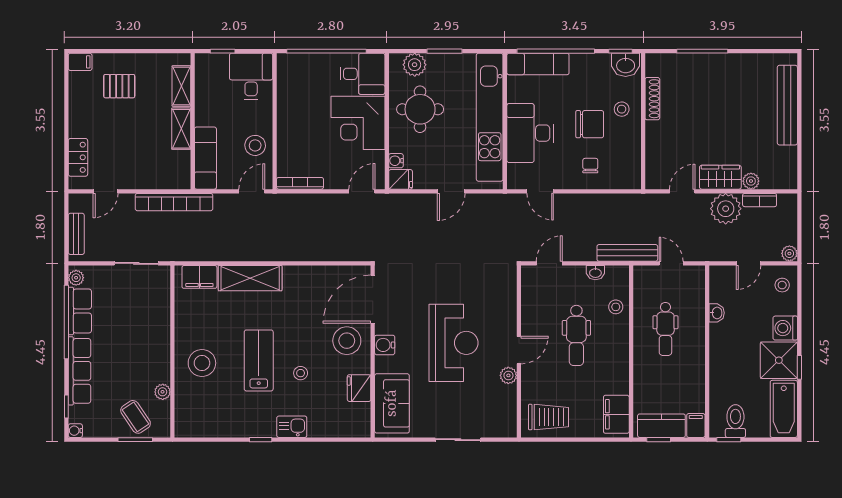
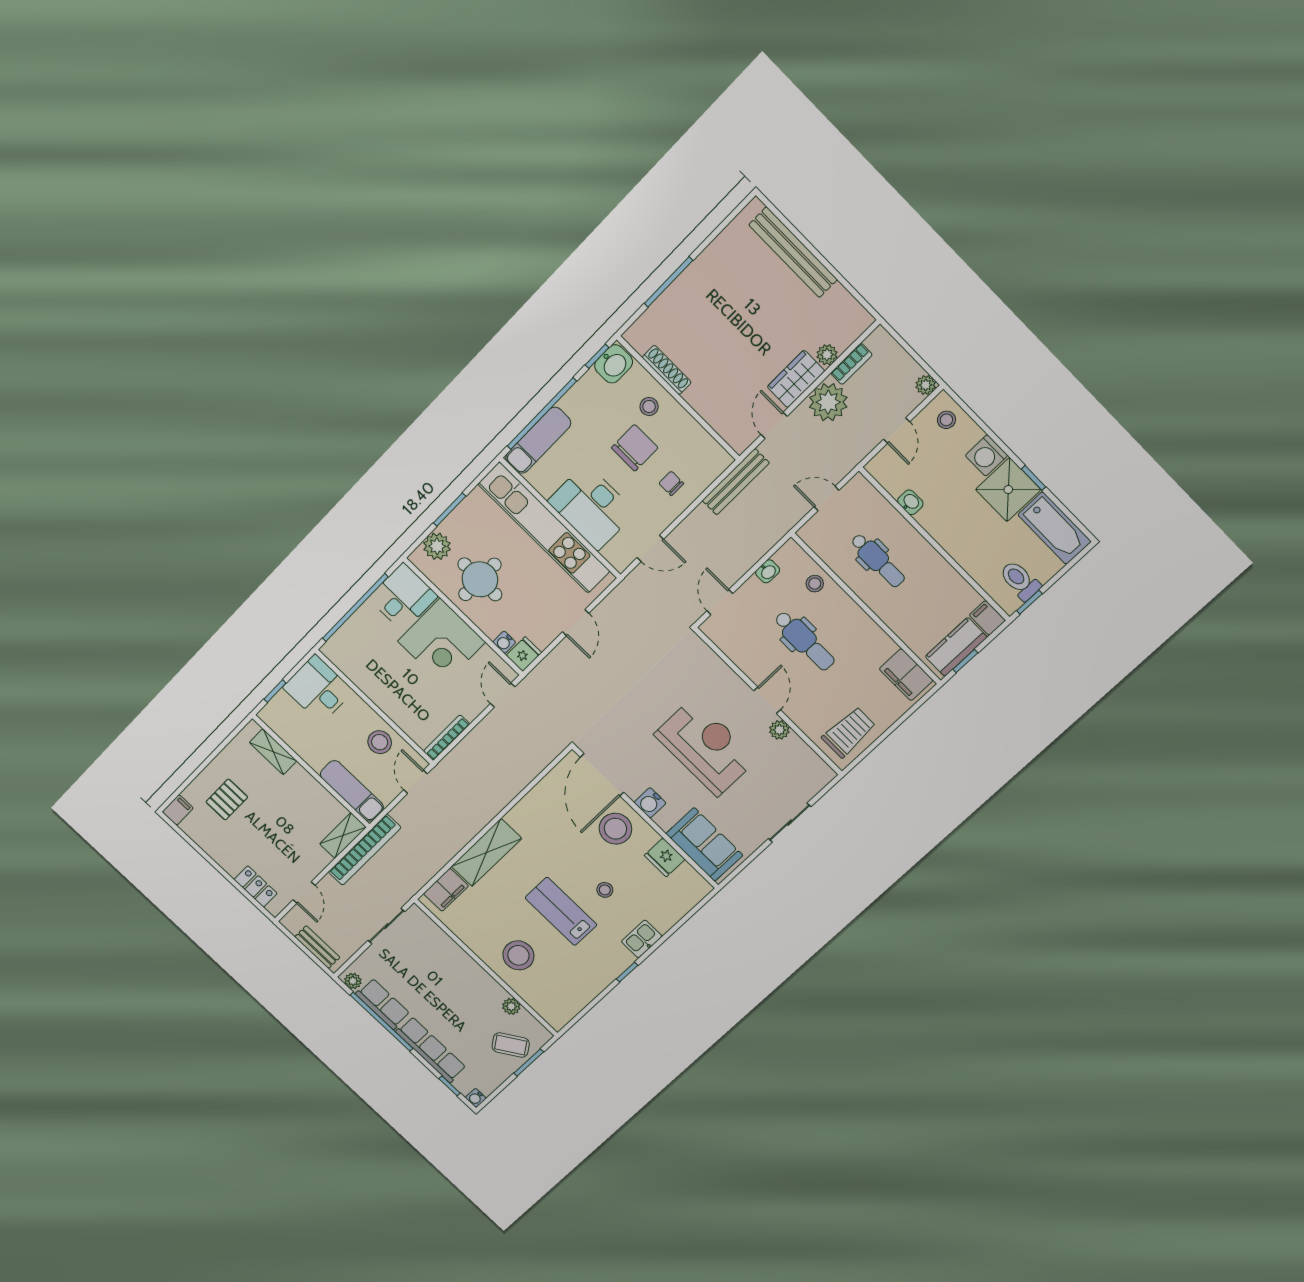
shelving: (181, 129) -> (343, 835), moved, turned 90
bench: (627, 253) -> (736, 482), moved

